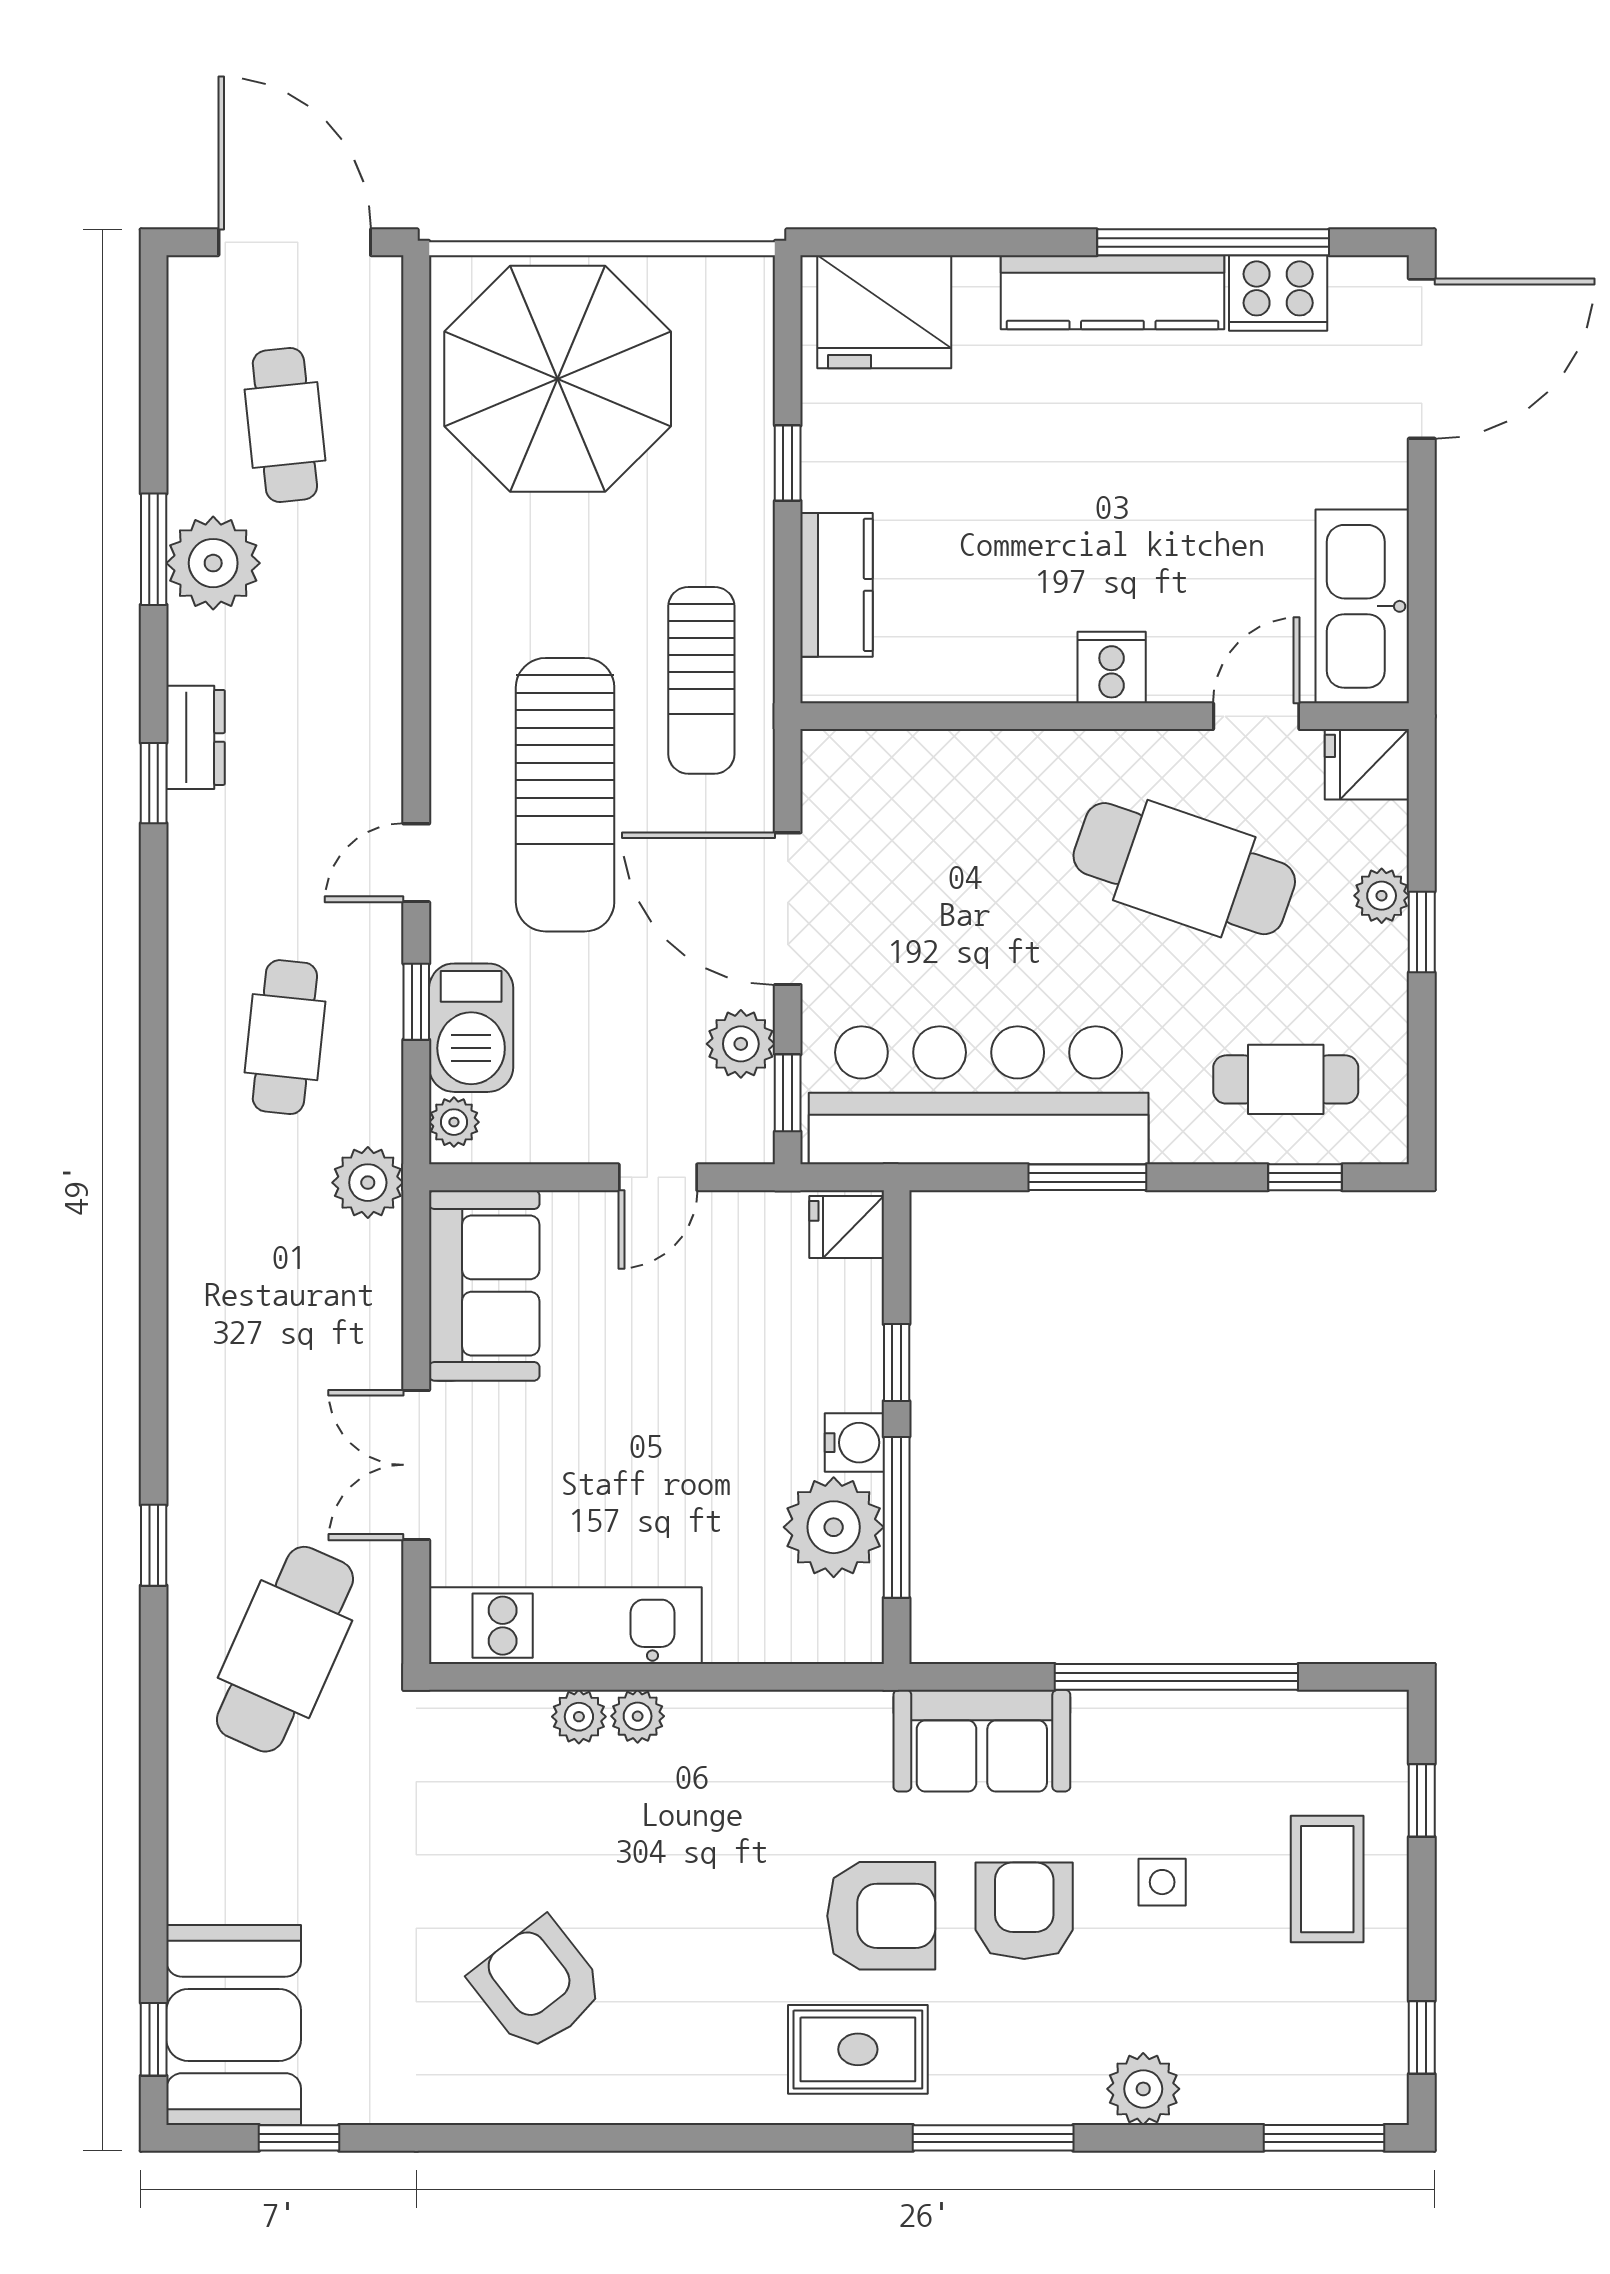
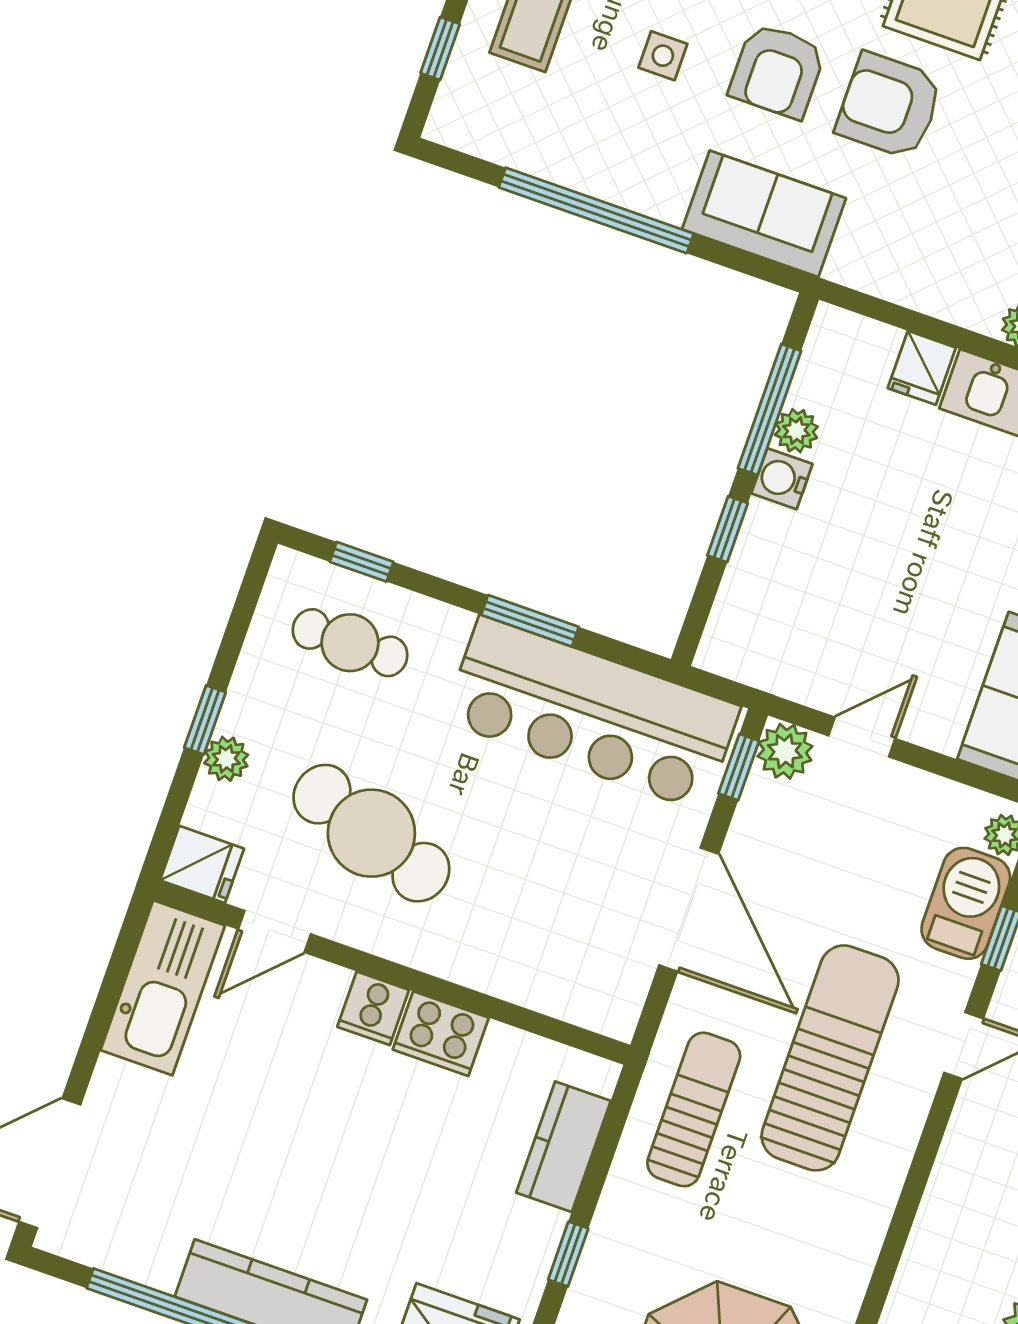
cooker: (1278, 293) -> (441, 1034), moved, turned 180
plant: (741, 1044) -> (785, 751), moved
fridge: (847, 1227) -> (922, 368), moved, turned 90
plant: (834, 1527) -> (796, 431), width x0.53, depth x0.53

